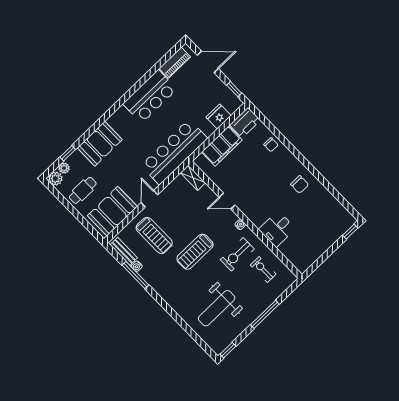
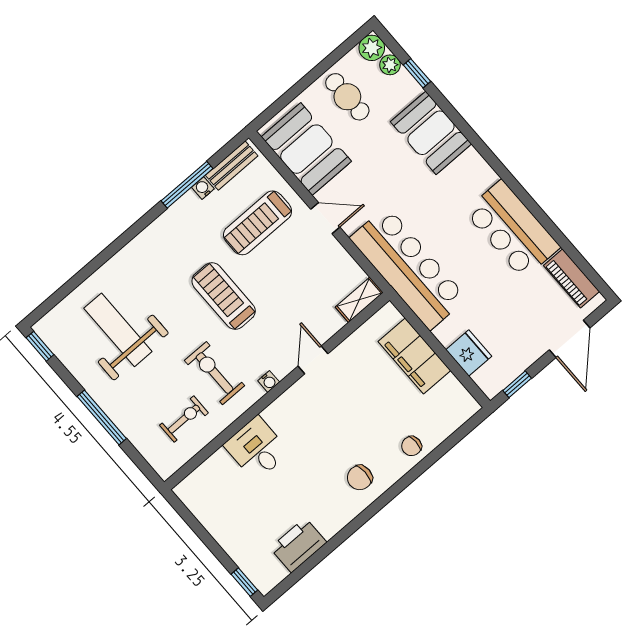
printer: (245, 123) -> (298, 545), moved, turned 90
chair: (300, 184) -> (360, 478), moved

